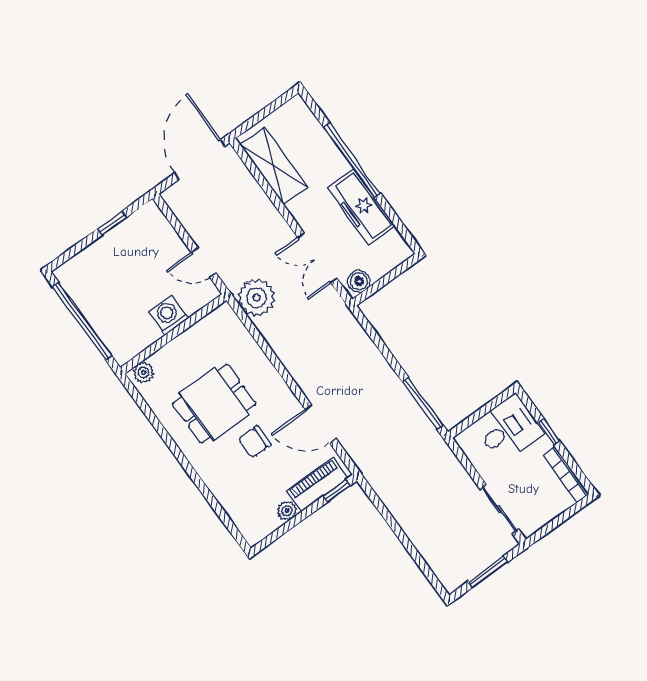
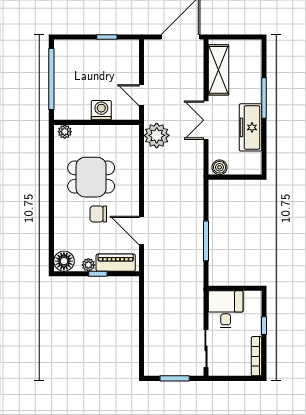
window: (352, 160) -> (264, 98), width x0.68
double door: (317, 258) -> (206, 120), moved
window: (423, 404) -> (206, 241), moved
desk: (508, 429) -> (226, 309), moved, turned -90
window: (337, 491) -> (98, 274), moved
floor lamp: (254, 527) -> (64, 261), added

